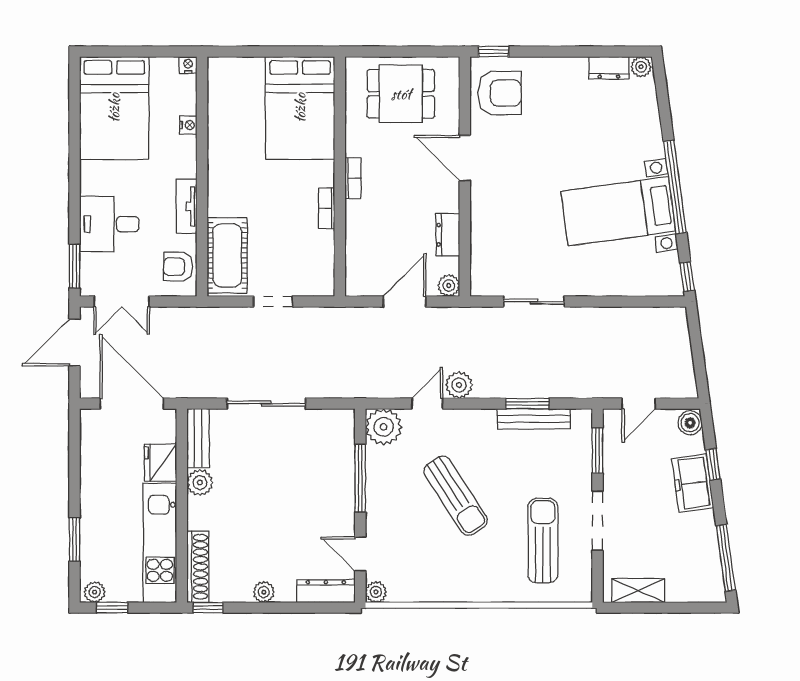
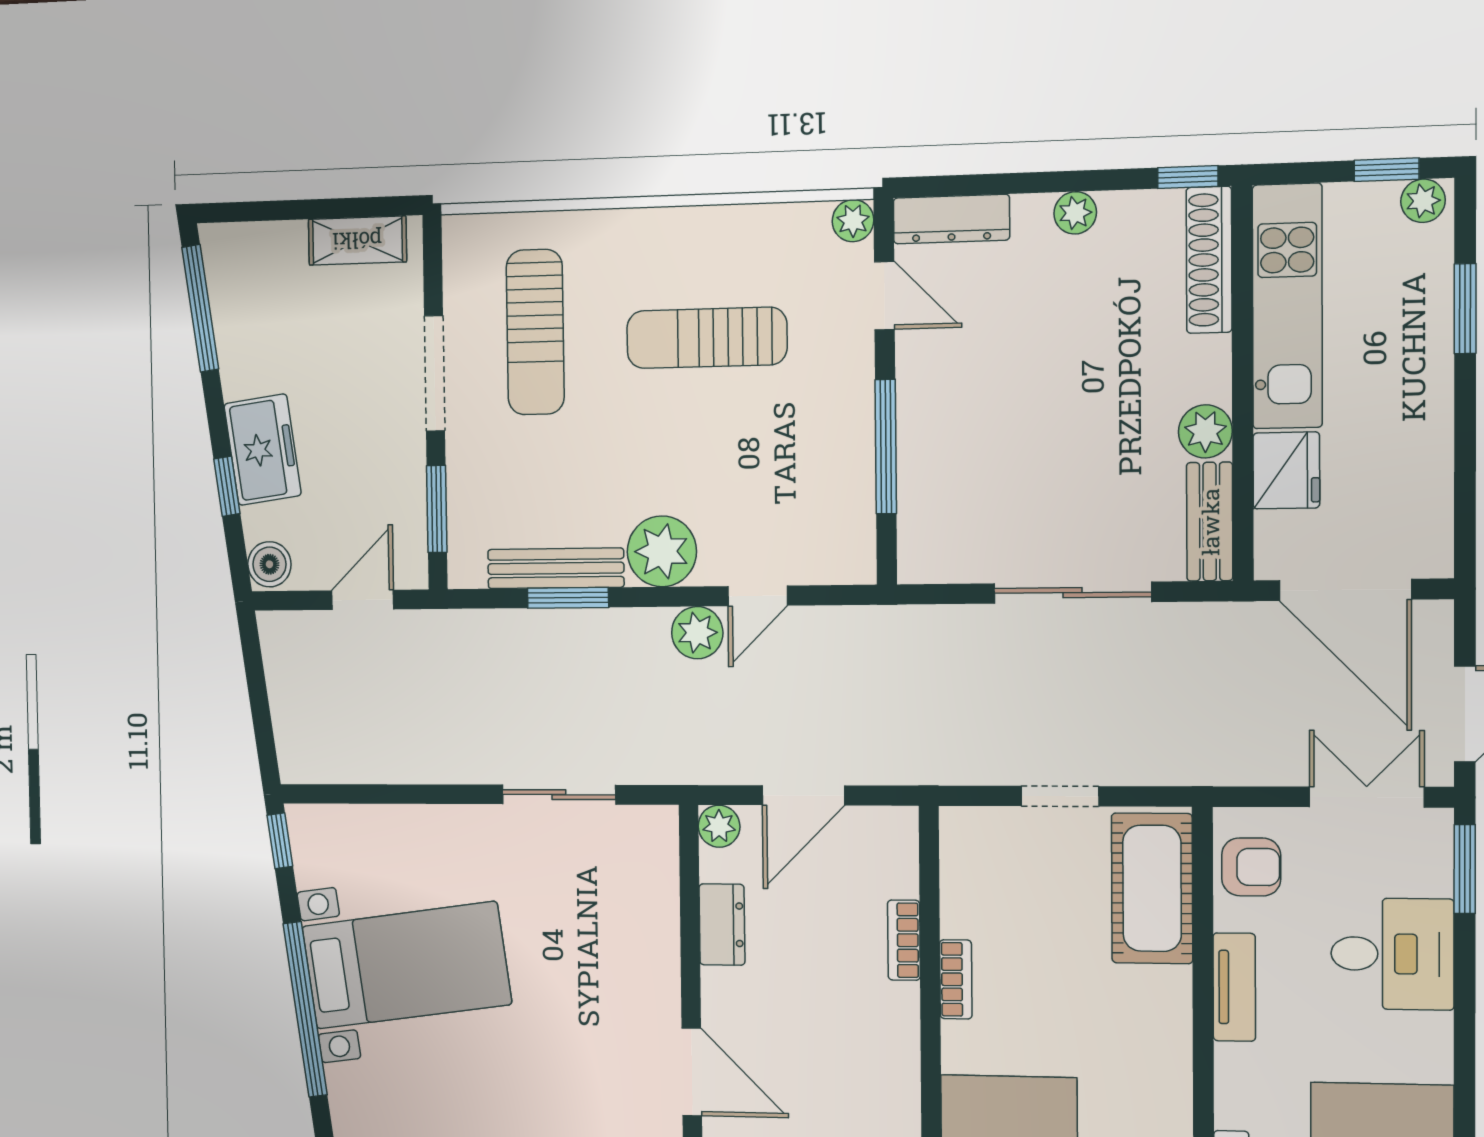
bookcase: (353, 178) -> (904, 940), moved
plant: (384, 427) -> (662, 551), moved
sun lounger: (456, 496) -> (707, 338), moved, turned -57

